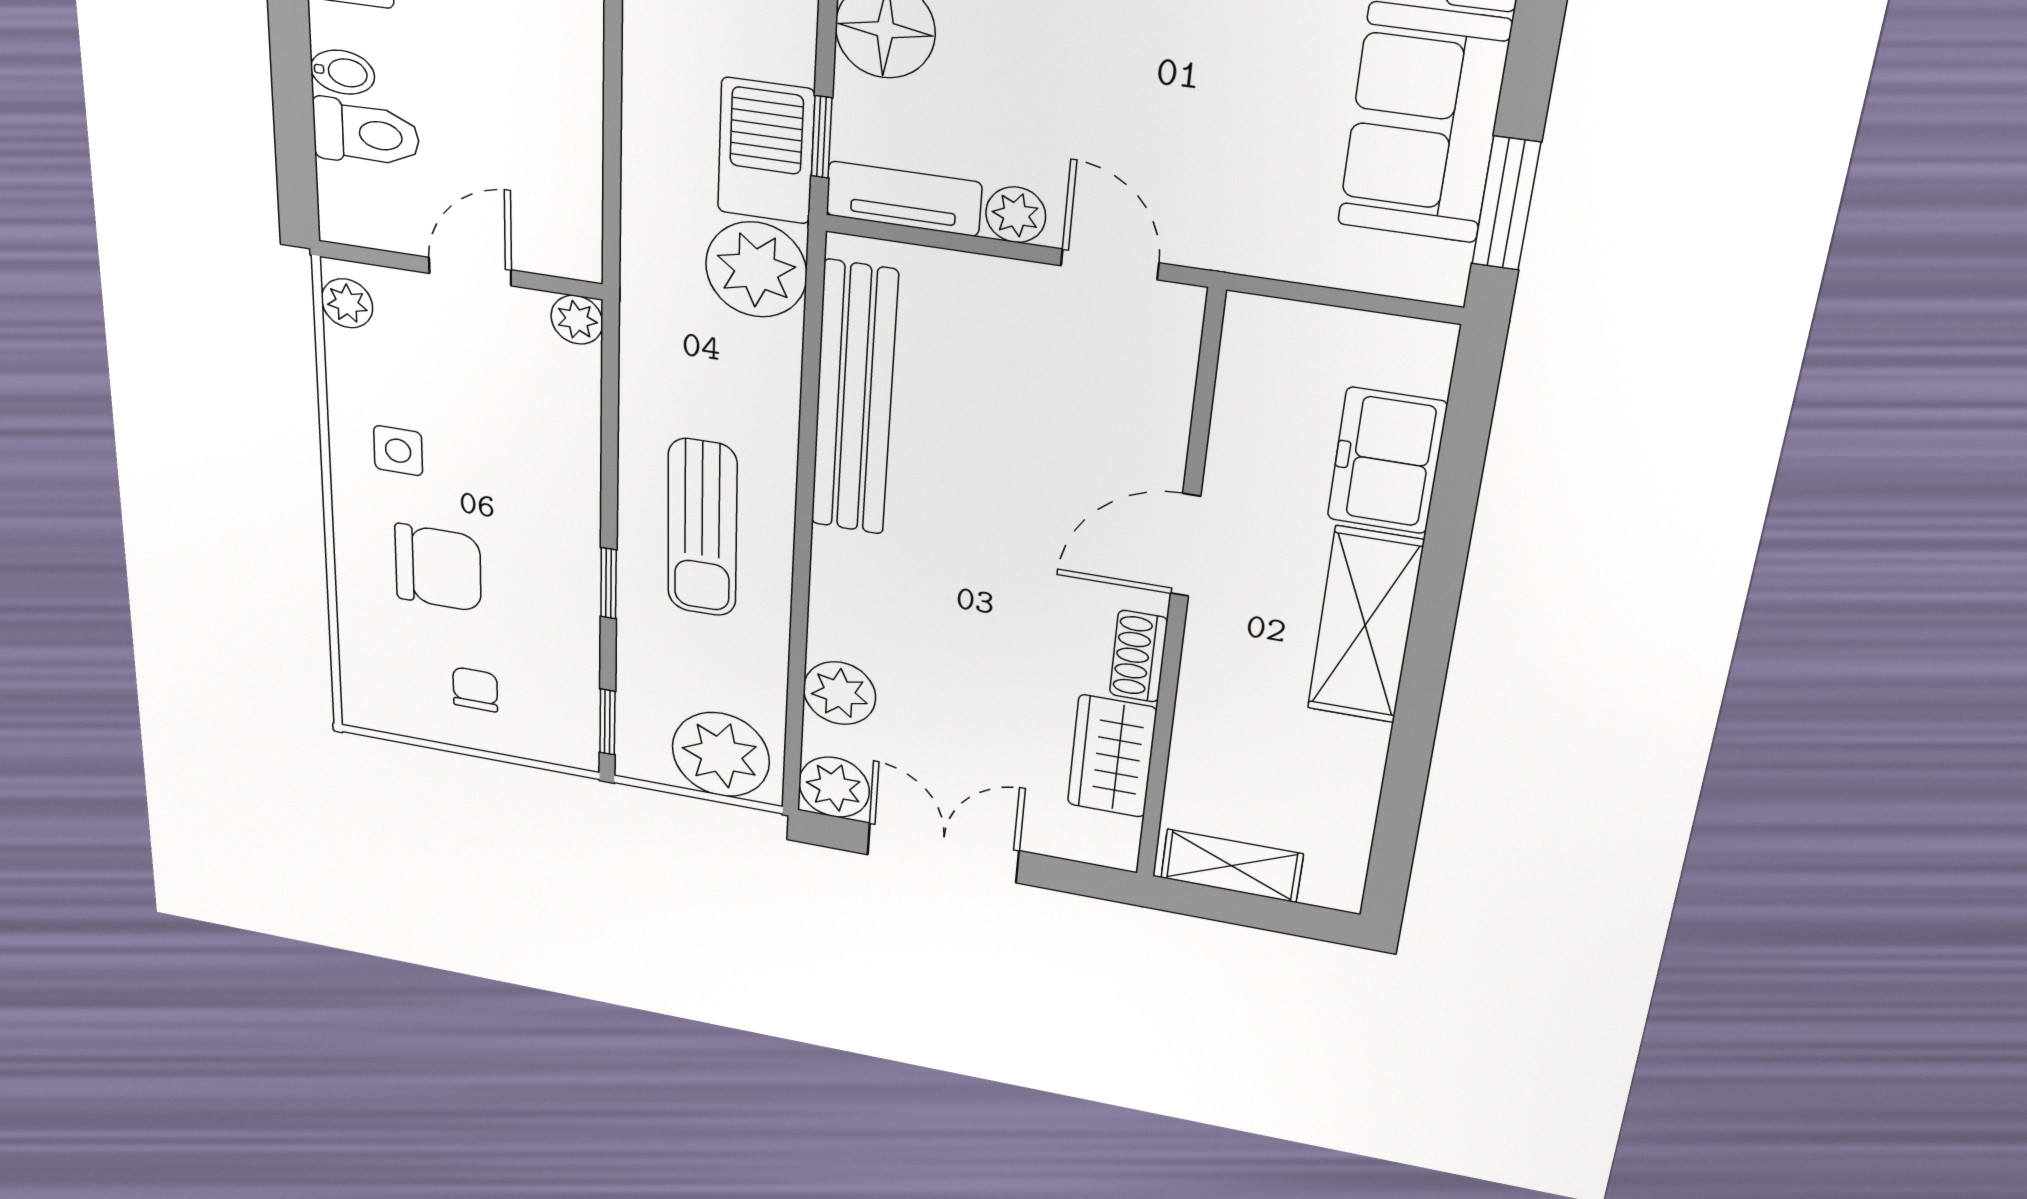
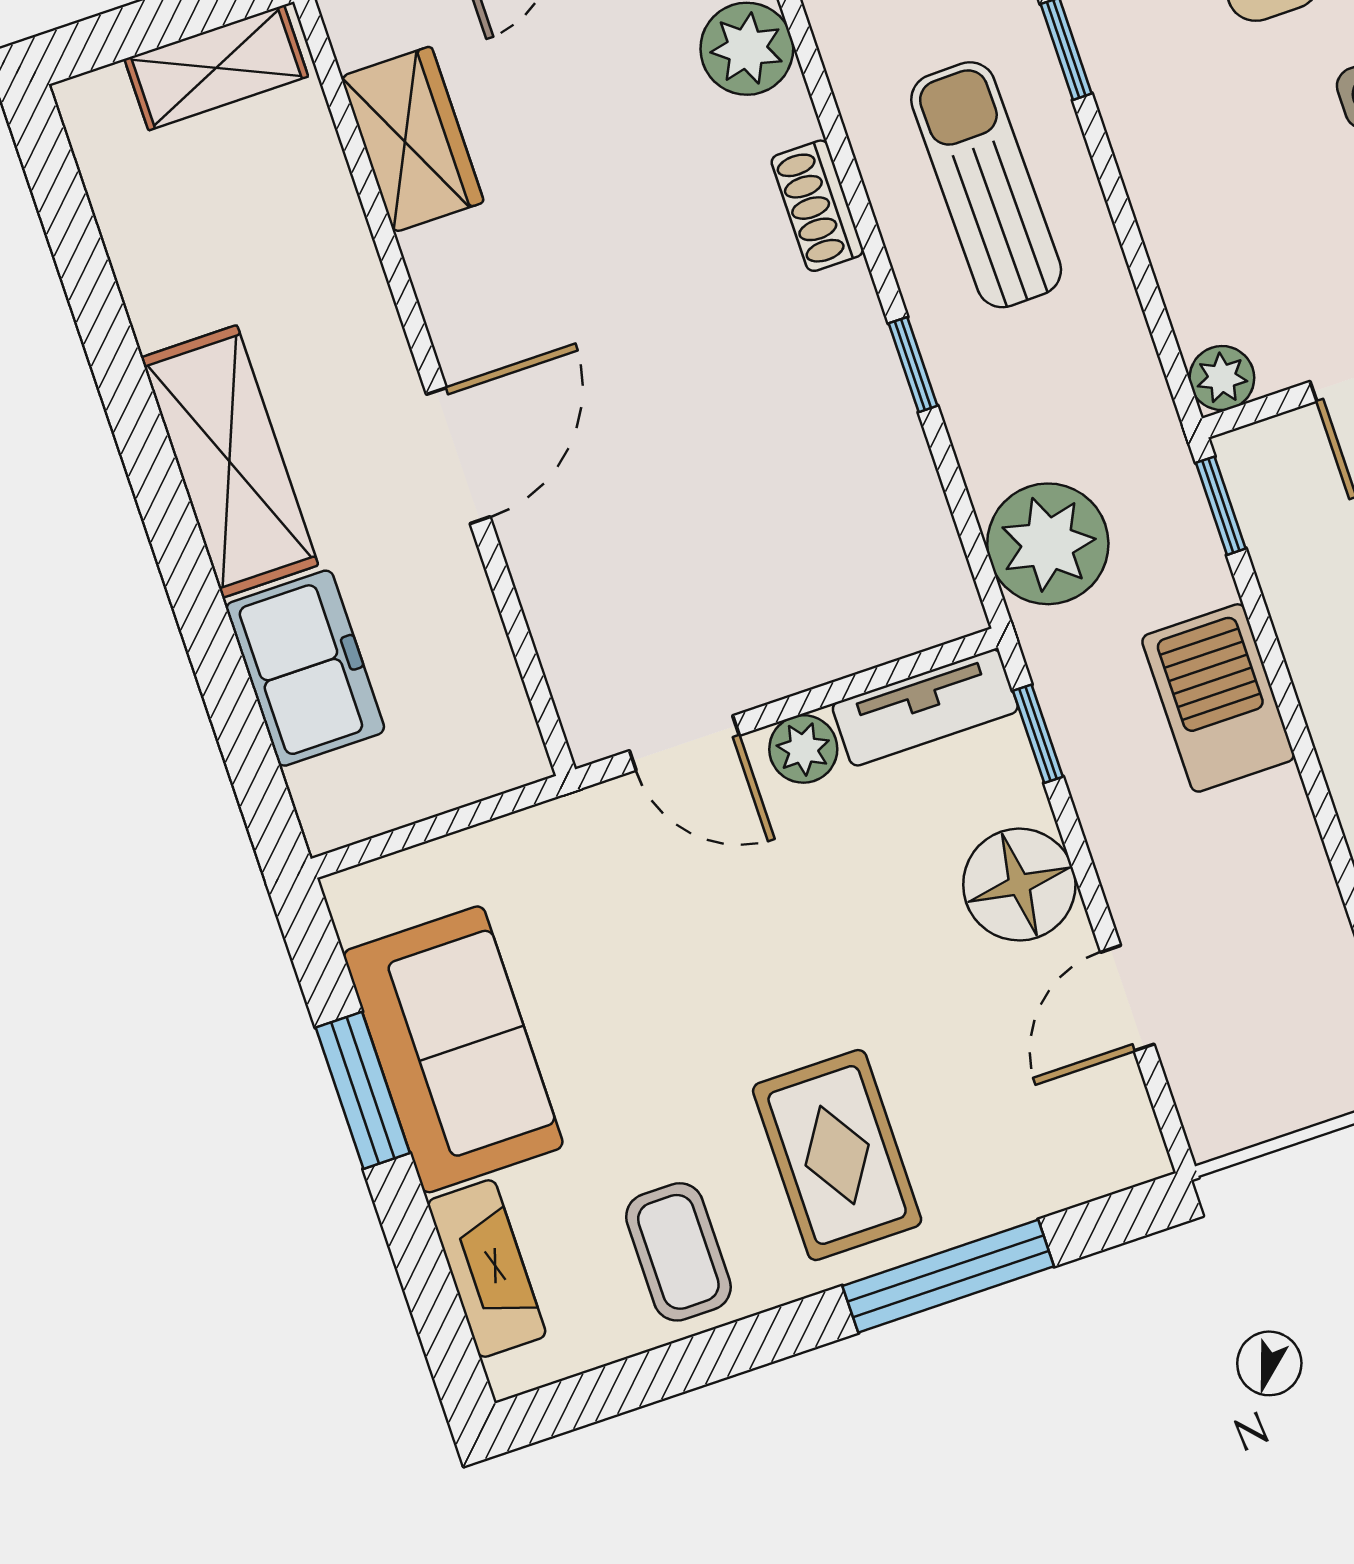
barbecue: (766, 151) -> (1218, 698), moved, turned 180
window: (1506, 203) -> (363, 1090), moved
window: (611, 233) -> (1221, 506), added
bench: (854, 399) -> (882, 442), removed
window: (807, 439) -> (913, 365), added
shoe rack: (1138, 656) -> (817, 206), moved, turned 180

